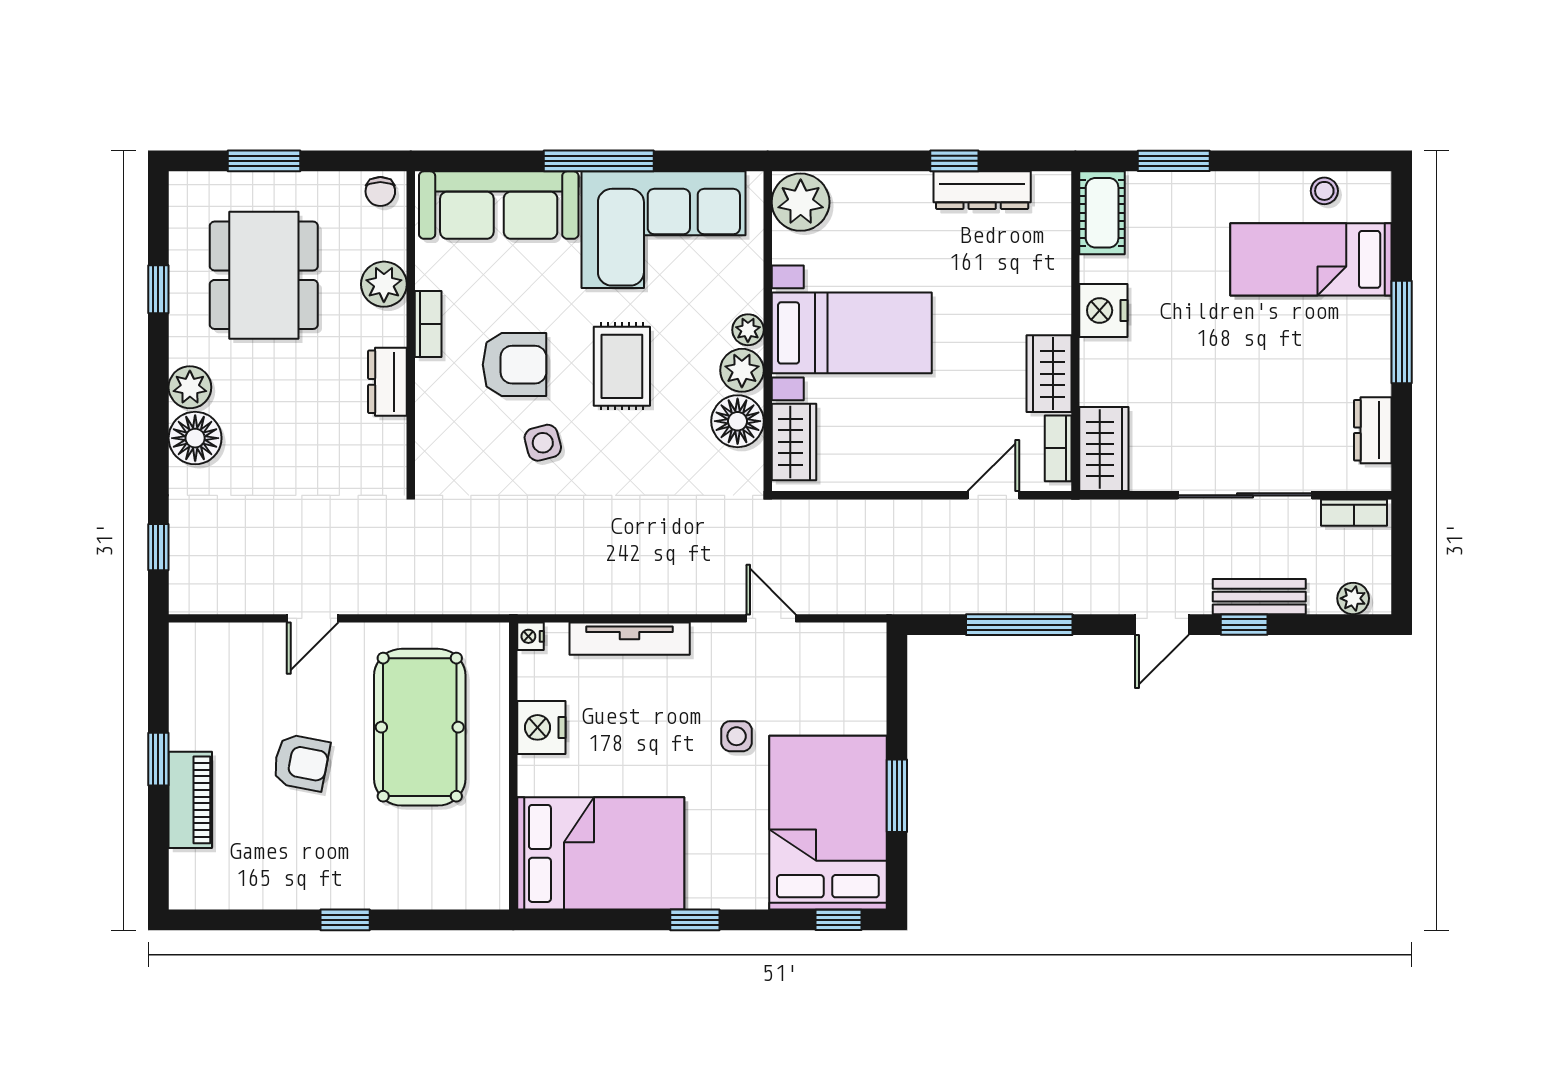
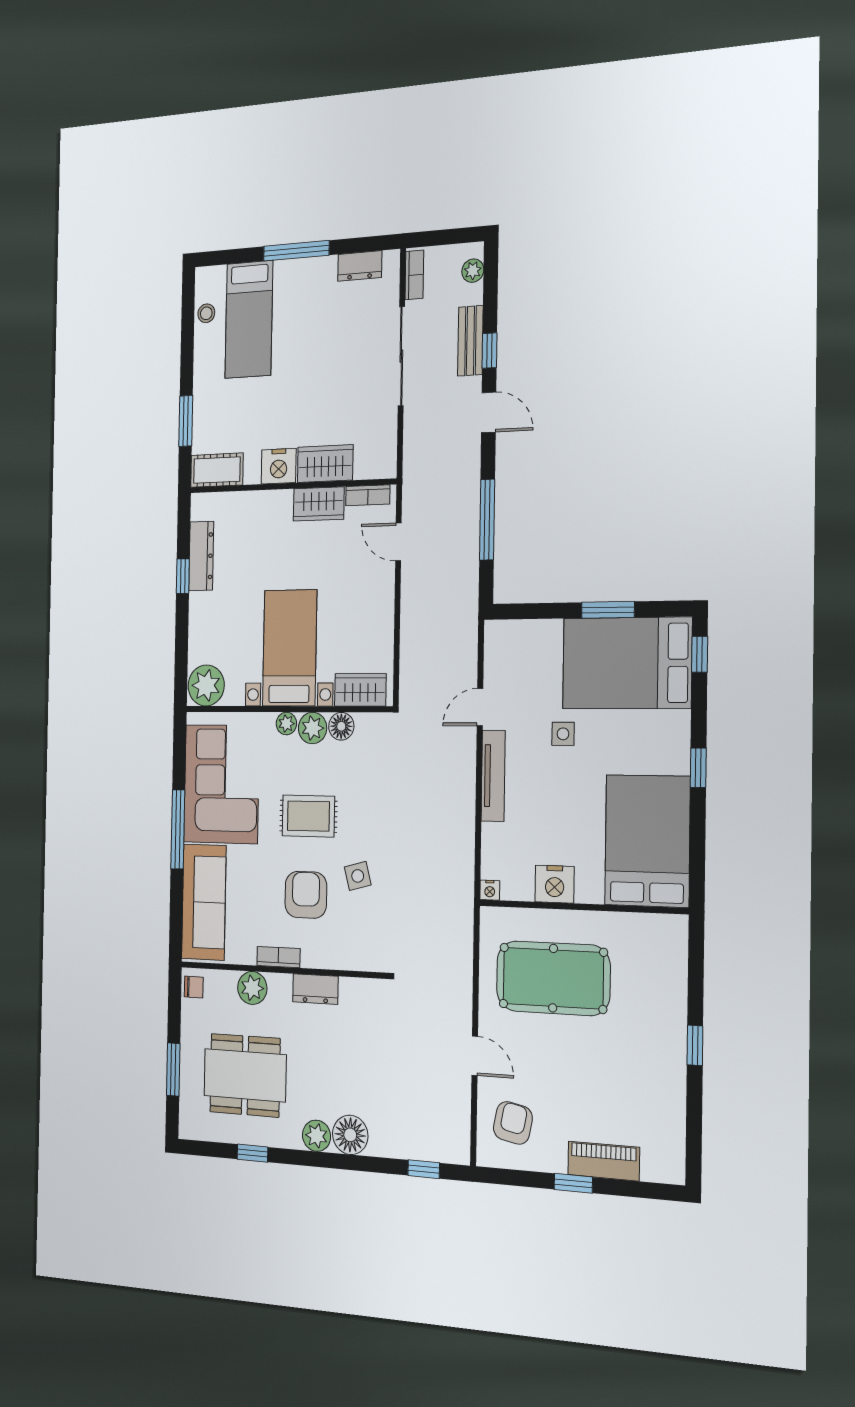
floor lamp: (738, 421) -> (341, 726), width x0.73, depth x0.73
wardrobe: (1104, 449) -> (325, 464), moved
tv unit: (630, 639) -> (493, 776), moved
armchair: (301, 762) -> (513, 1123), moved

